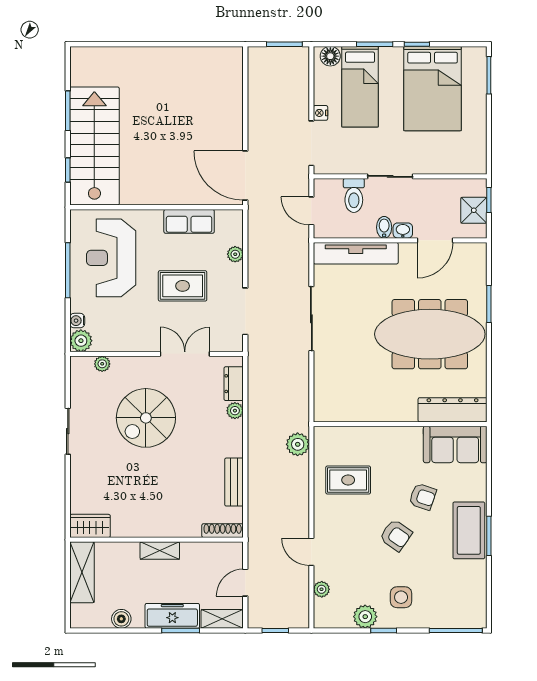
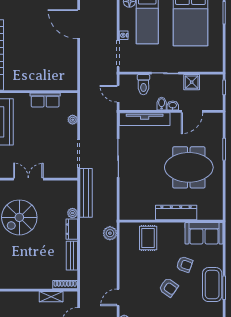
door: (245, 176) -> (79, 24), moved
shower: (474, 210) -> (192, 82), moved
rug: (183, 286) -> (41, 139), removed
meeting table: (430, 334) -> (189, 167), width x0.73
double door: (185, 354) -> (28, 179), moved
bench: (258, 377) -> (86, 193), added
dresser: (234, 384) -> (72, 229), moved
dresser: (453, 410) -> (176, 213), moved
rug: (348, 480) -> (148, 238), moved, turned 90
shelving: (160, 551) -> (51, 297), moved
door: (311, 552) -> (118, 297), hinge flipped

